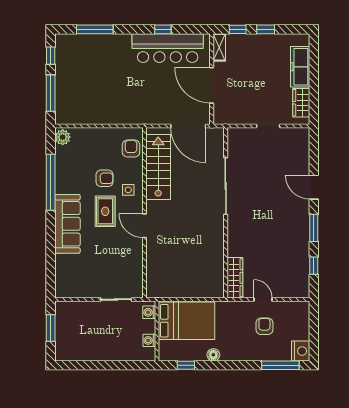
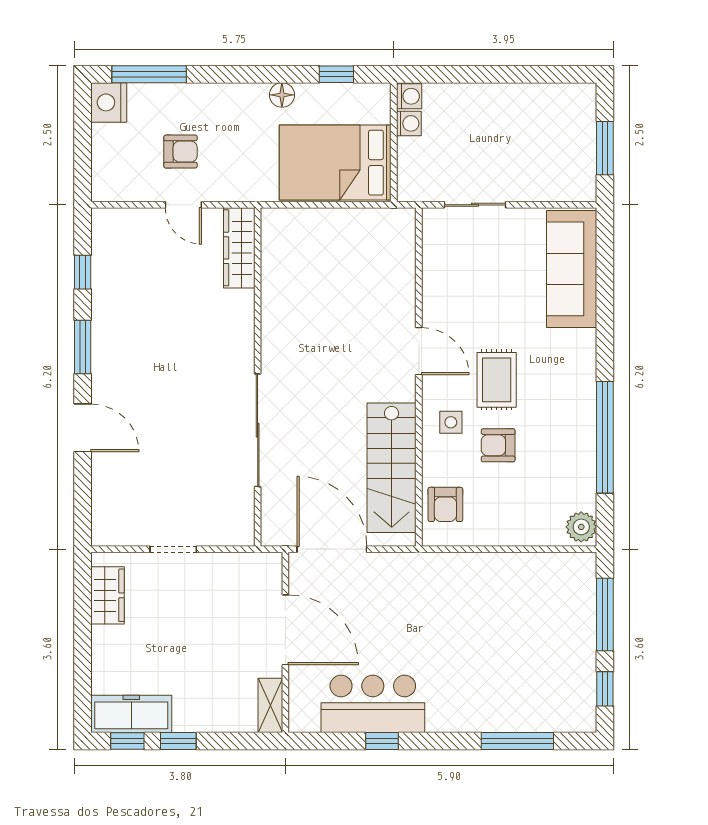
window: (238, 29) -> (127, 741), moved
bar counter: (168, 48) -> (373, 704), width x0.73
freezer: (300, 67) -> (131, 714), moved, turned -90
sofa: (67, 224) -> (572, 269), moved
washing machine: (149, 312) -> (409, 96), moved
armchair: (264, 326) -> (181, 152), turned -90

